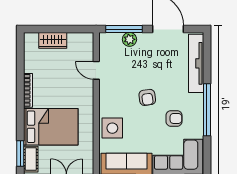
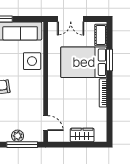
door: (96, 70) -> (46, 123), moved
window: (20, 153) -> (110, 60), moved

